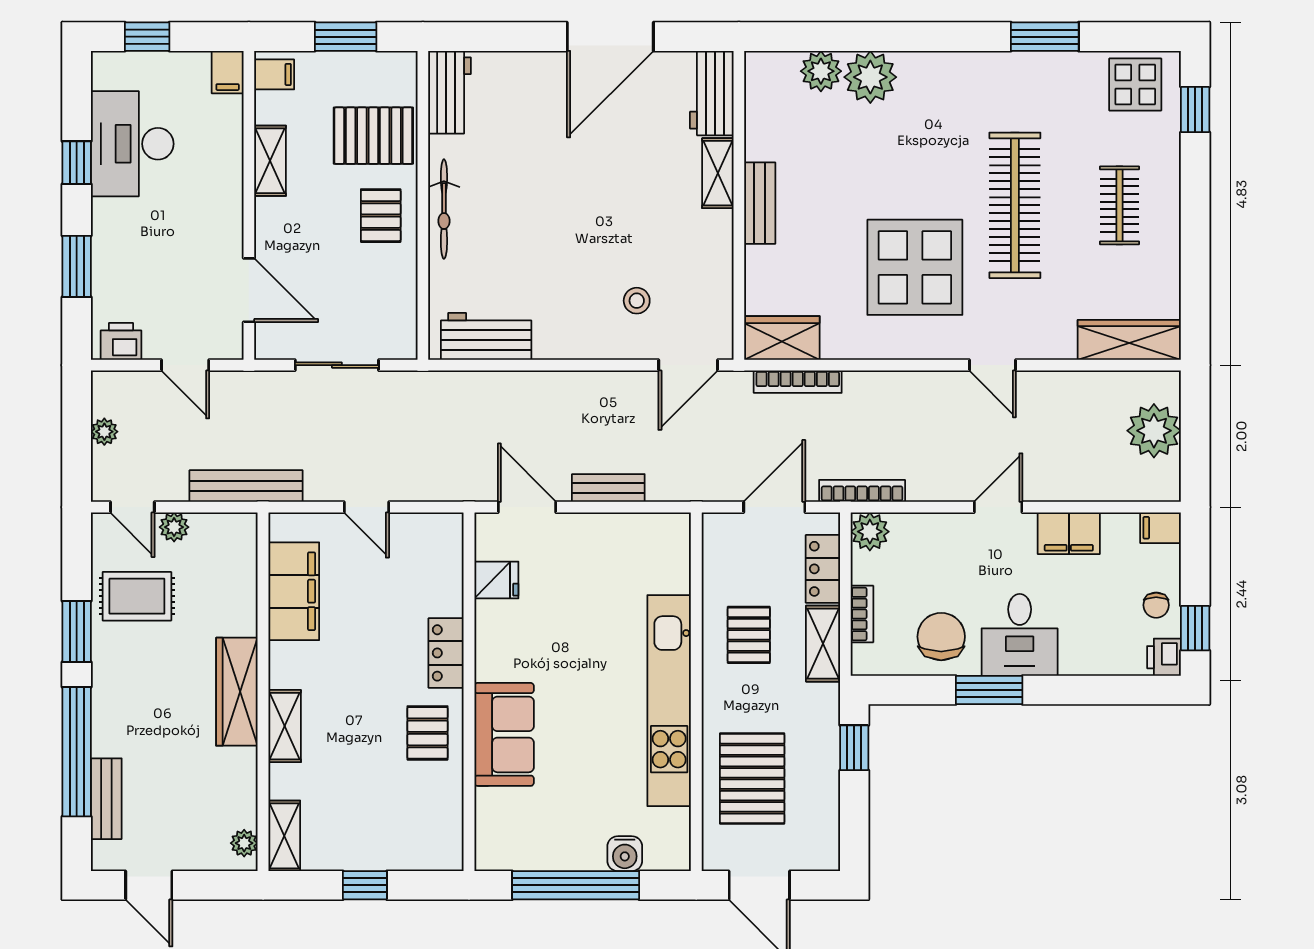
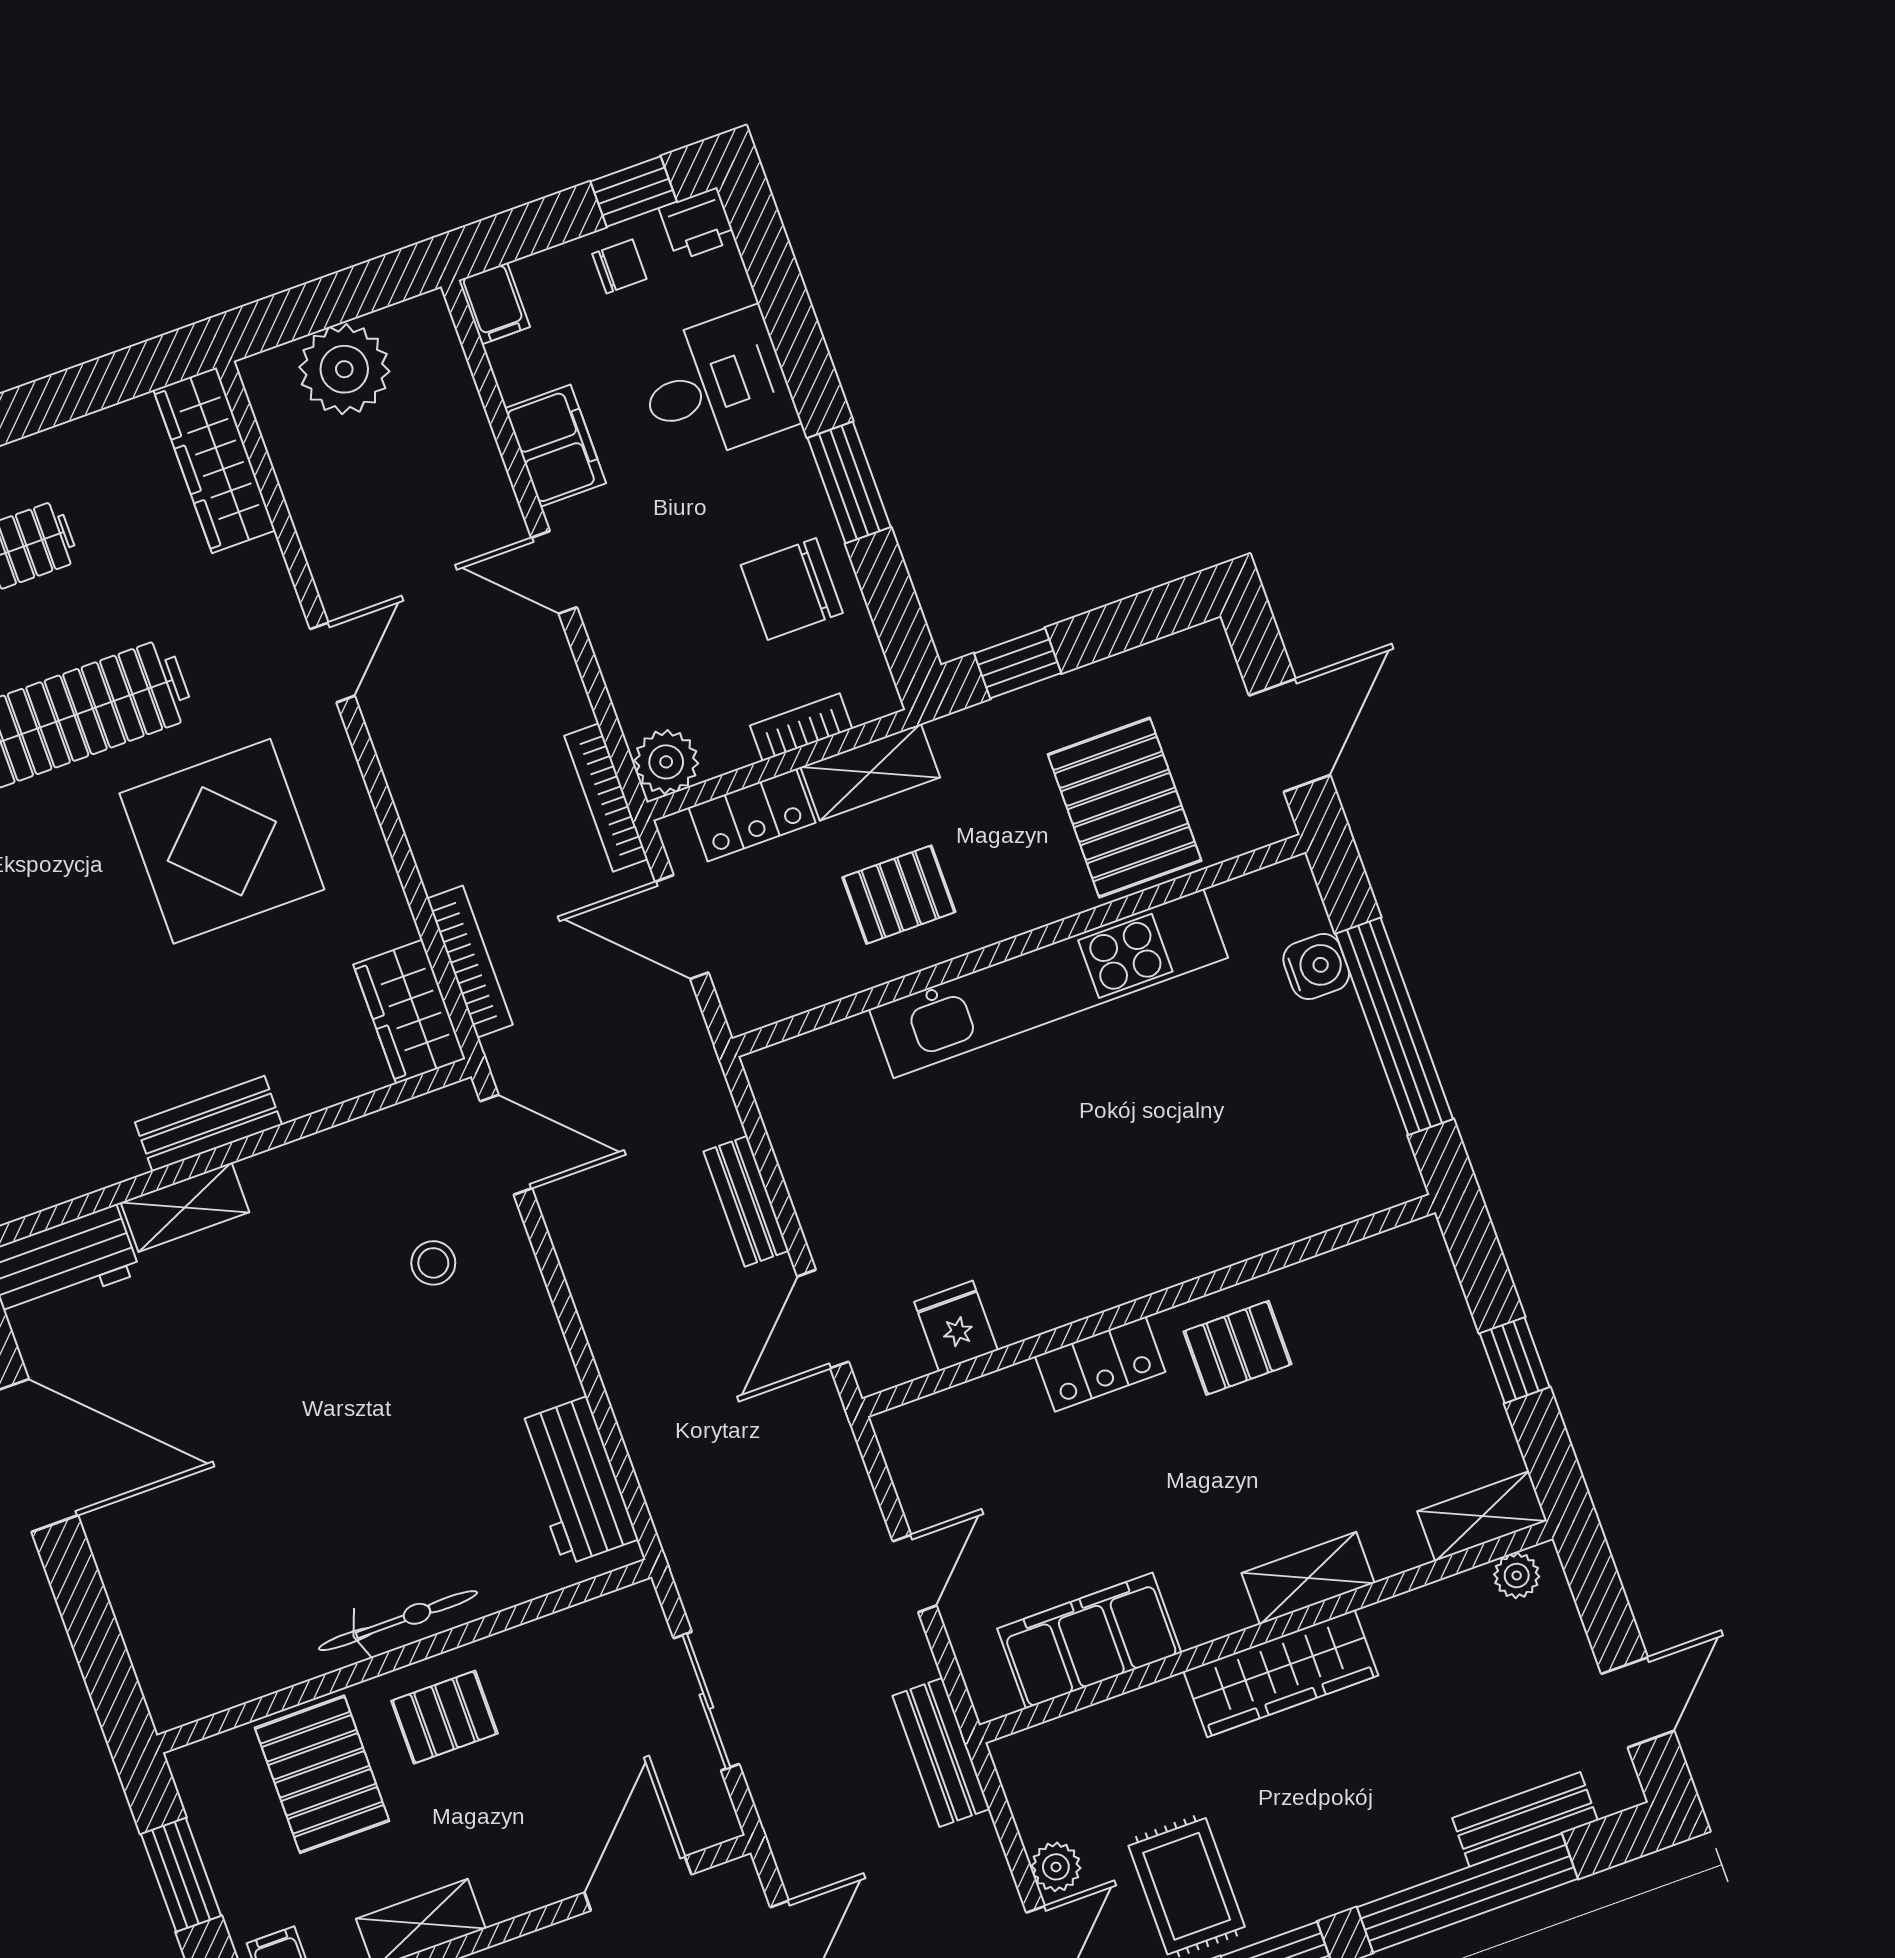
workbench: (450, 92) -> (210, 1678), removed
bench: (246, 486) -> (941, 1752), width x0.73
desk: (1020, 635) -> (716, 386), moved
sofa: (504, 734) -> (1196, 1226), removed
pallet: (752, 779) -> (1125, 807), turned 90

